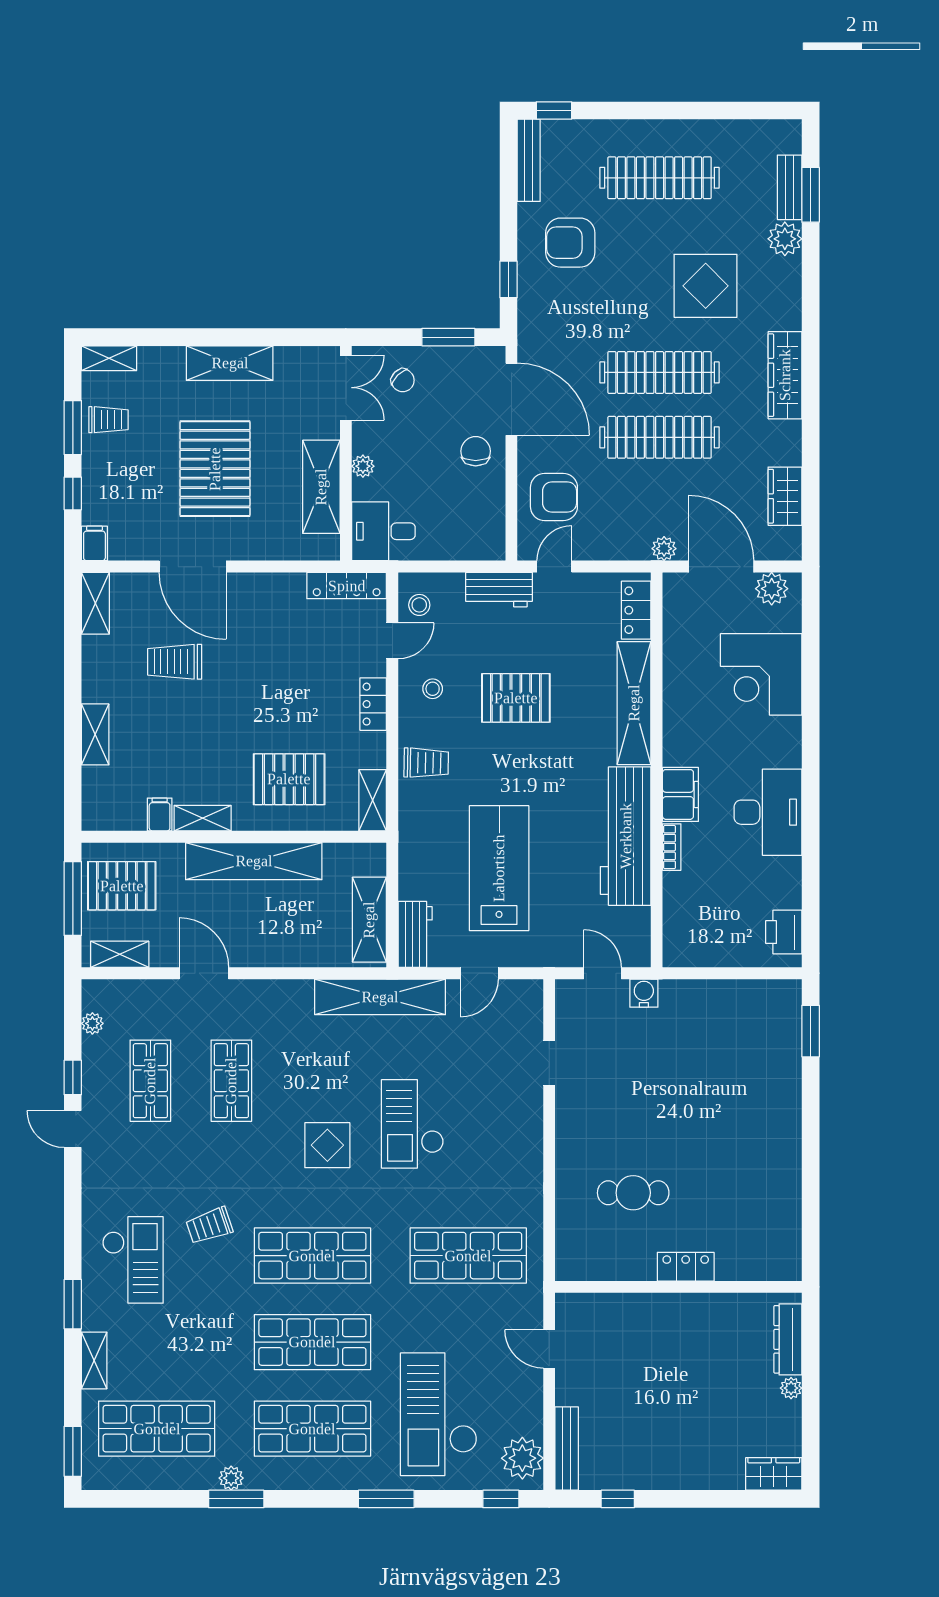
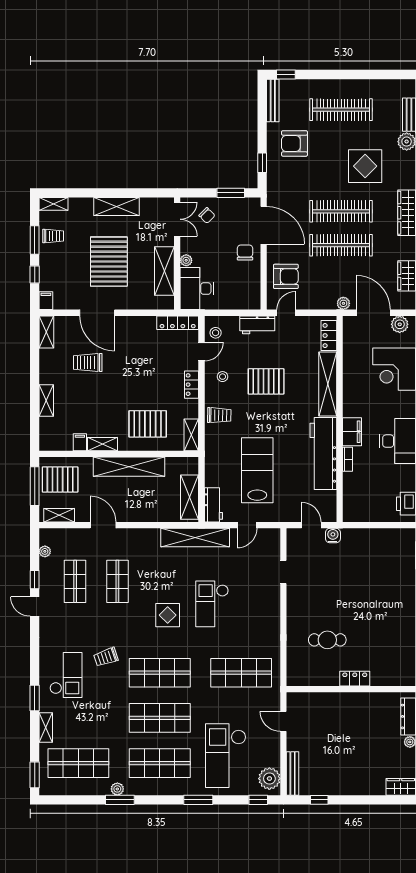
desk: (383, 531) -> (197, 289), width x1.37

